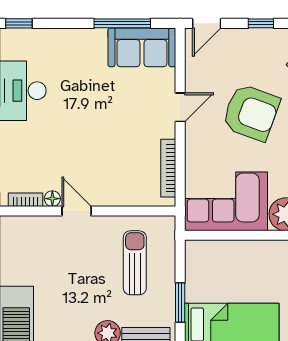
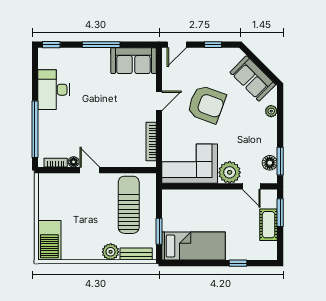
window: (122, 23) -> (101, 45), moved
sun lounger: (135, 263) -> (129, 205), width x1.36, depth x1.34

